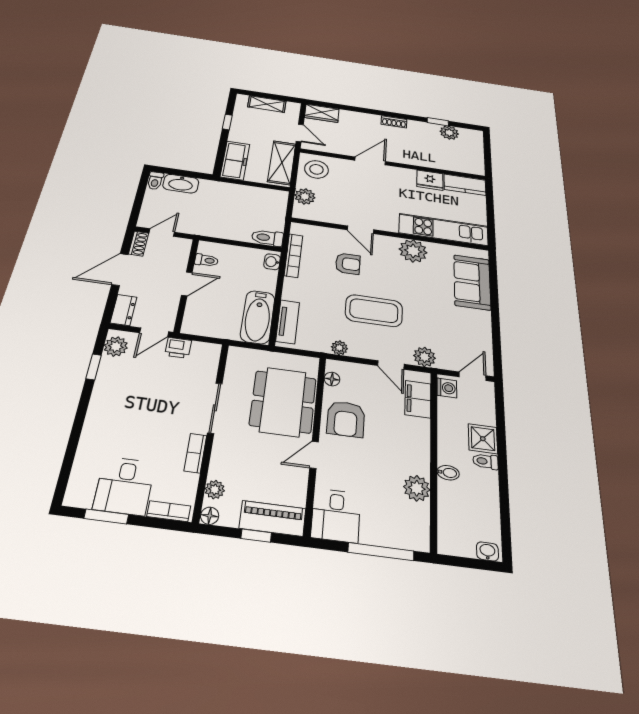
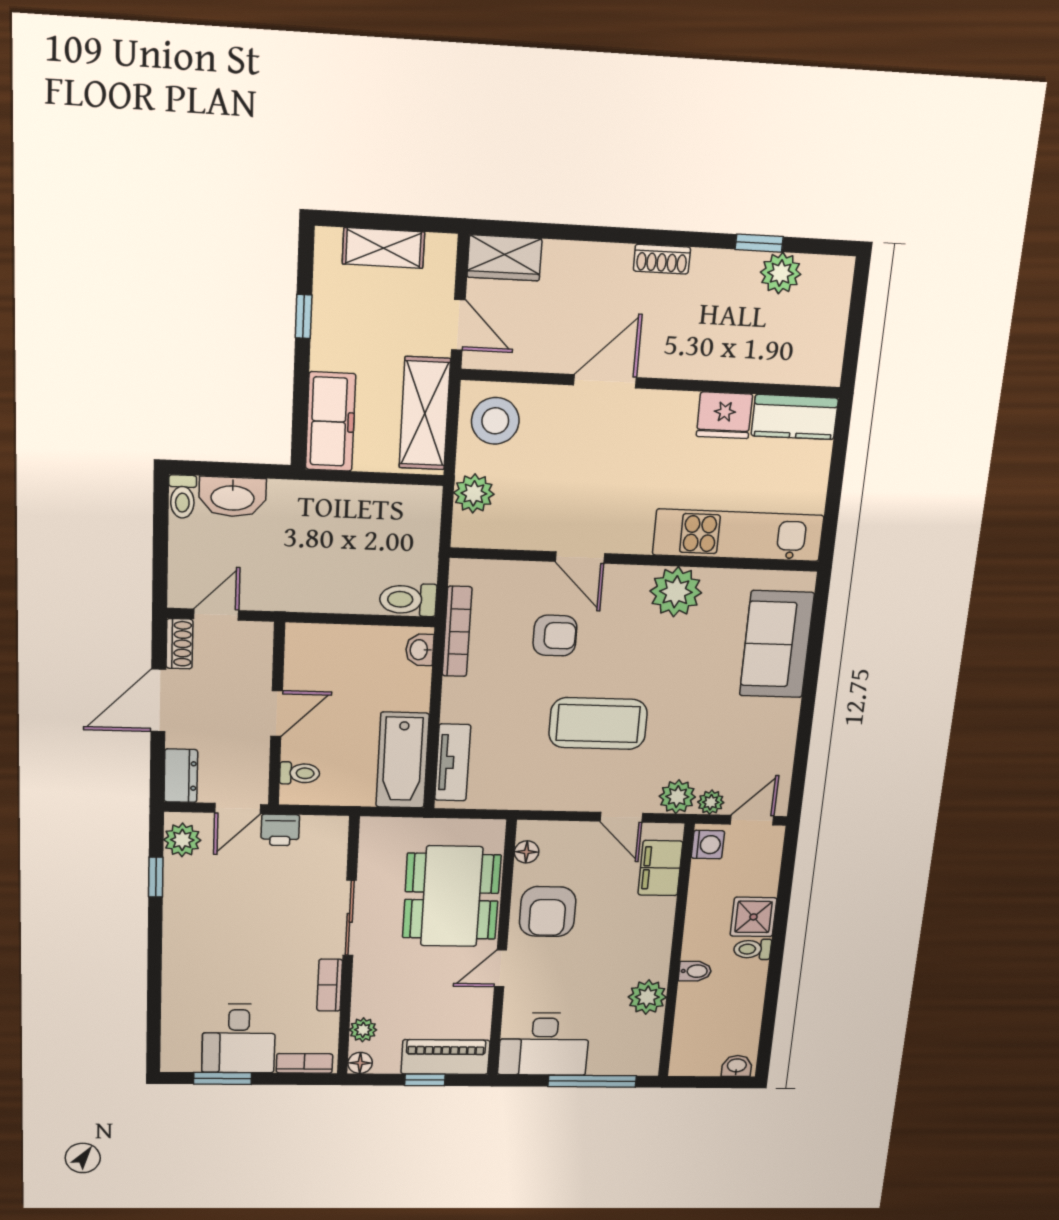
toilet: (206, 260) -> (300, 773), moved
plant: (339, 348) -> (711, 802), moved
desk: (336, 515) -> (544, 1044), width x1.37

